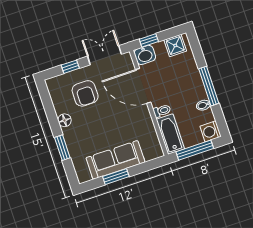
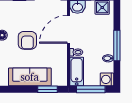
door: (143, 86) -> (69, 29), hinge flipped
armchair: (85, 93) -> (27, 40), moved
window: (116, 177) -> (48, 89), moved

